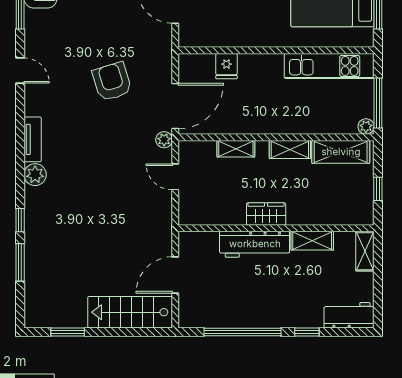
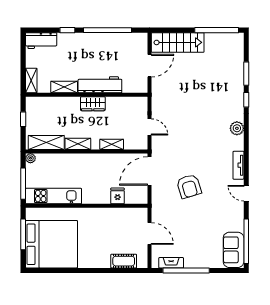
window: (378, 103) -> (23, 184), moved
tv unit: (33, 139) -> (238, 165), moved
plant: (164, 140) -> (156, 150), removed
window: (68, 332) -> (217, 30), width x2.11

